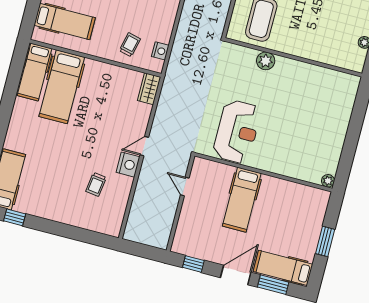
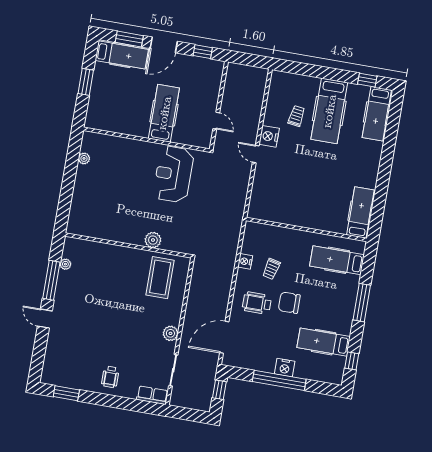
trolley: (130, 45) -> (271, 269), moved
nightstand: (160, 51) -> (245, 261), moved
hospital bed: (62, 87) -> (329, 111), moved, turned 180
wardrobe: (149, 89) -> (256, 206), removed
door: (144, 146) -> (256, 154), swing flipped
plant: (328, 181) -> (84, 158), moved

